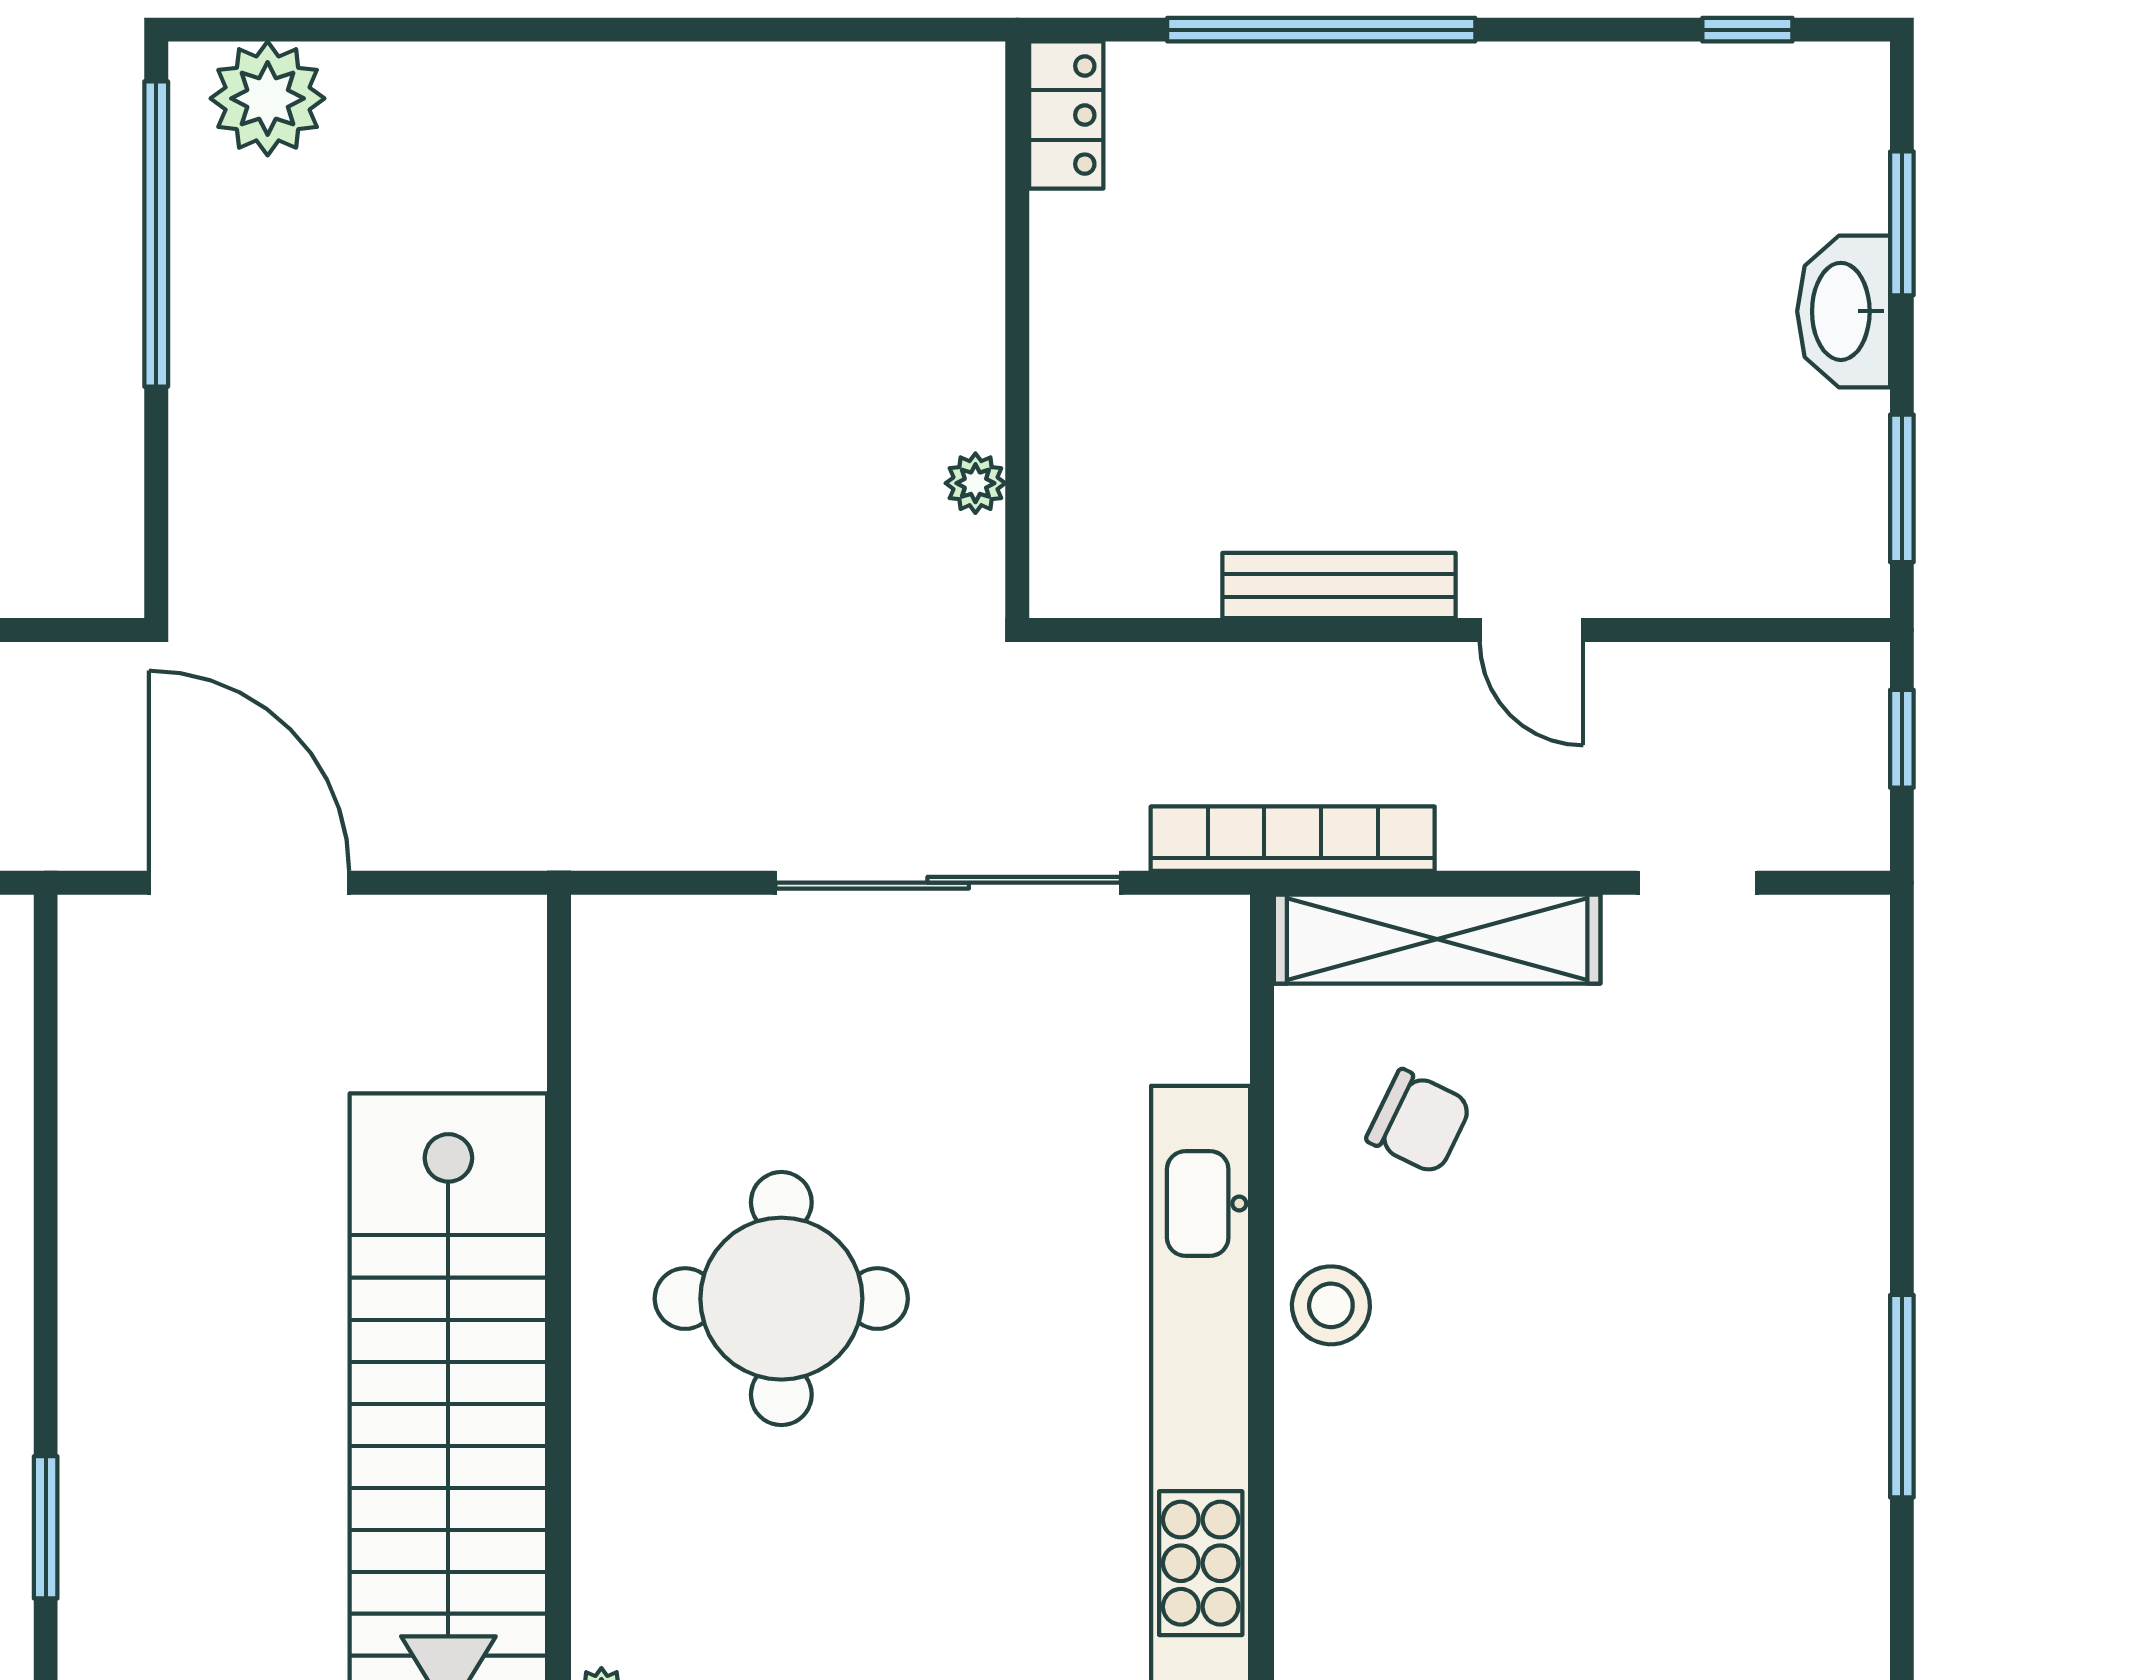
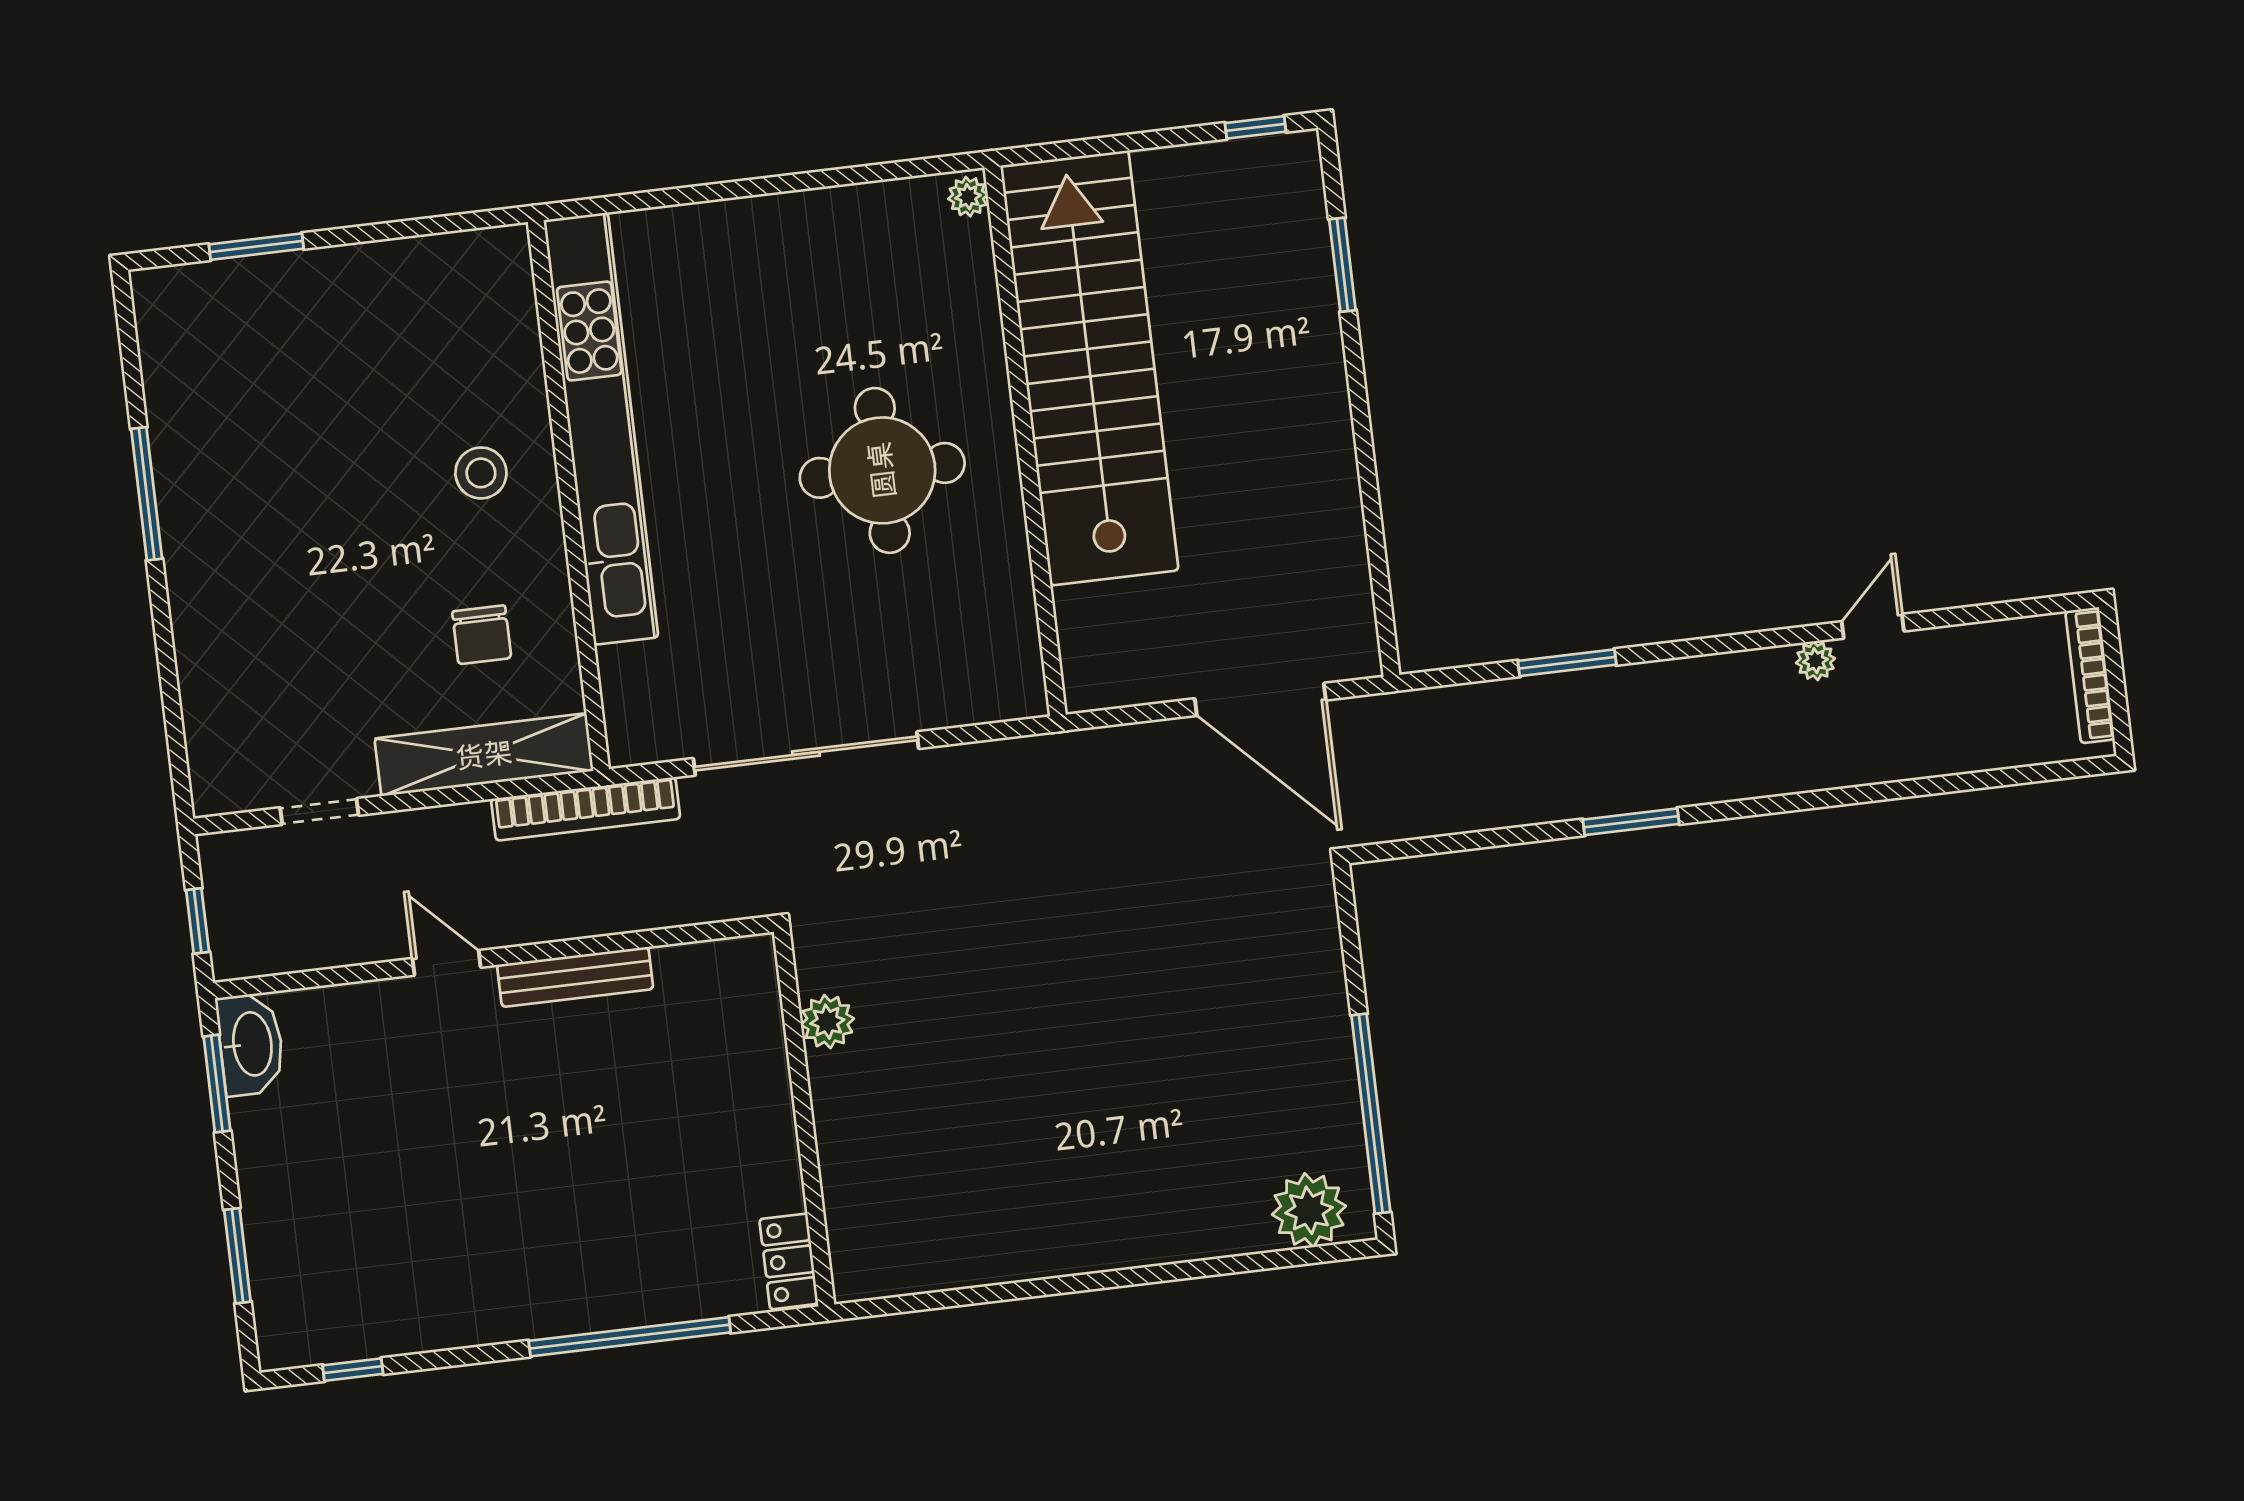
washbasin: (1844, 311) -> (251, 1044), moved
plant: (975, 483) -> (827, 1022), width x1.38, depth x1.38
chair: (1419, 1122) -> (482, 635), turned -116
stool: (1331, 1305) -> (481, 473), moved

